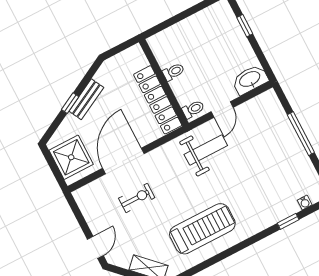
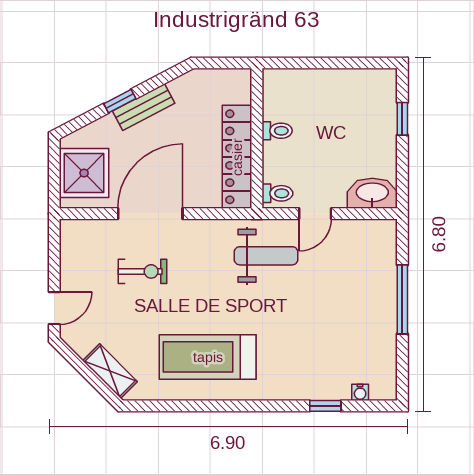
treadmill: (202, 229) -> (208, 357), turned 180

